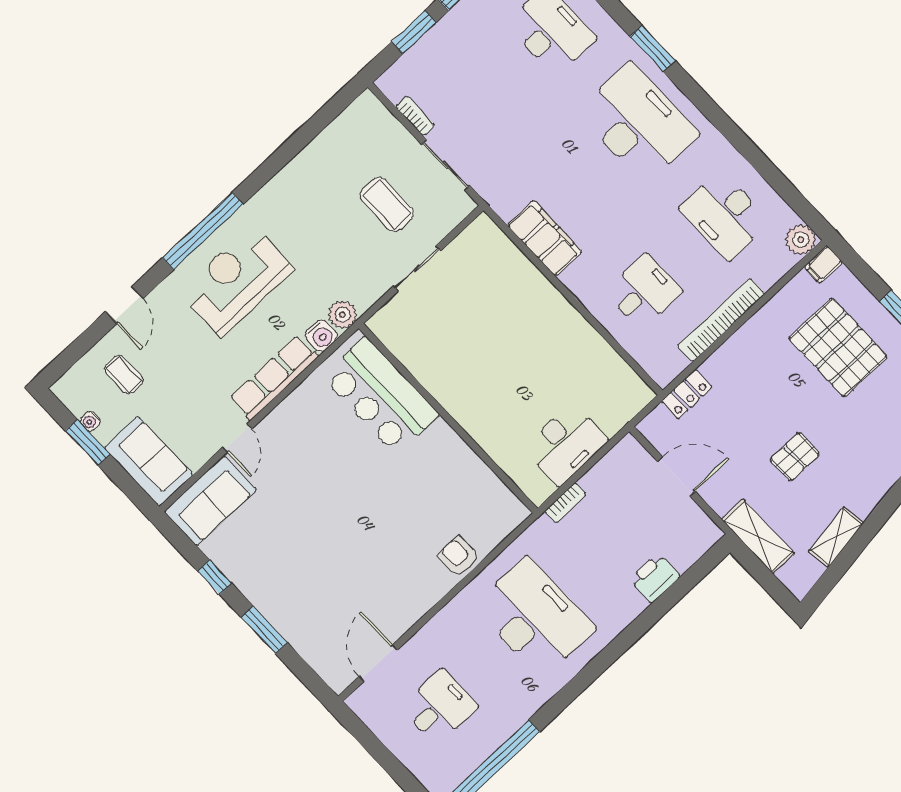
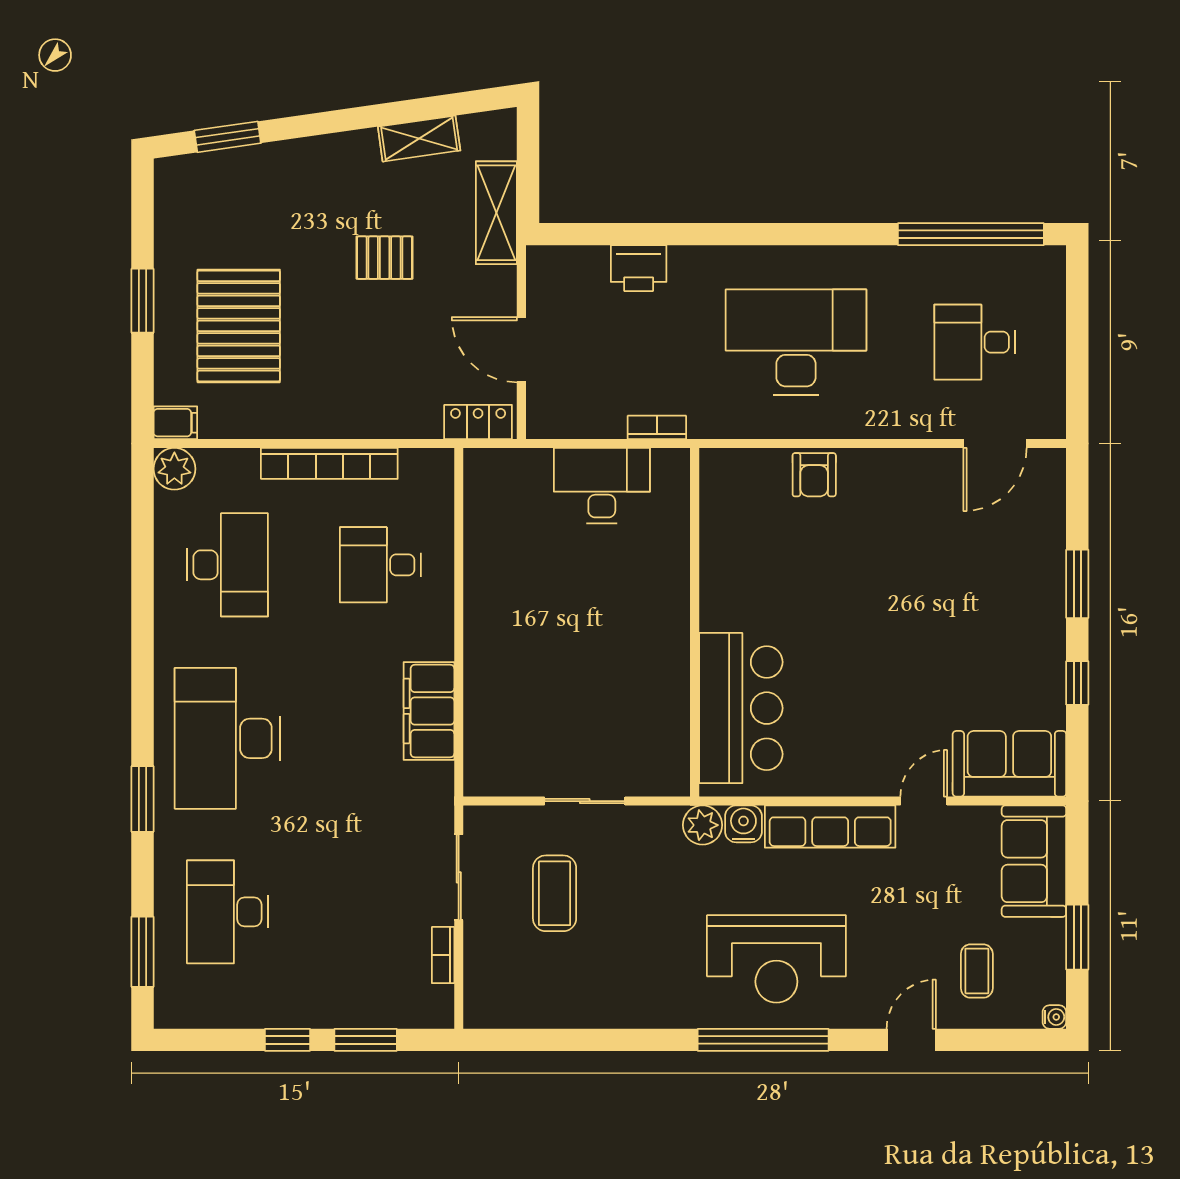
locker: (686, 394) -> (478, 422), moved
water cooler: (90, 421) -> (1054, 1017), moved
desk: (534, 618) -> (796, 342), turned 90

